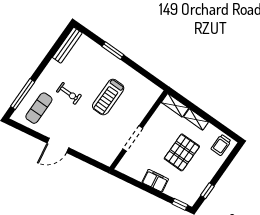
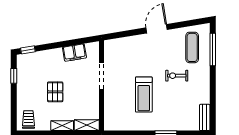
bench: (67, 45) -> (205, 117), width x0.73
treadmill: (108, 97) -> (144, 95), turned 180
pallet: (182, 152) -> (55, 92), width x0.67, depth x0.71
filing cabinet: (155, 181) -> (74, 53), moved

